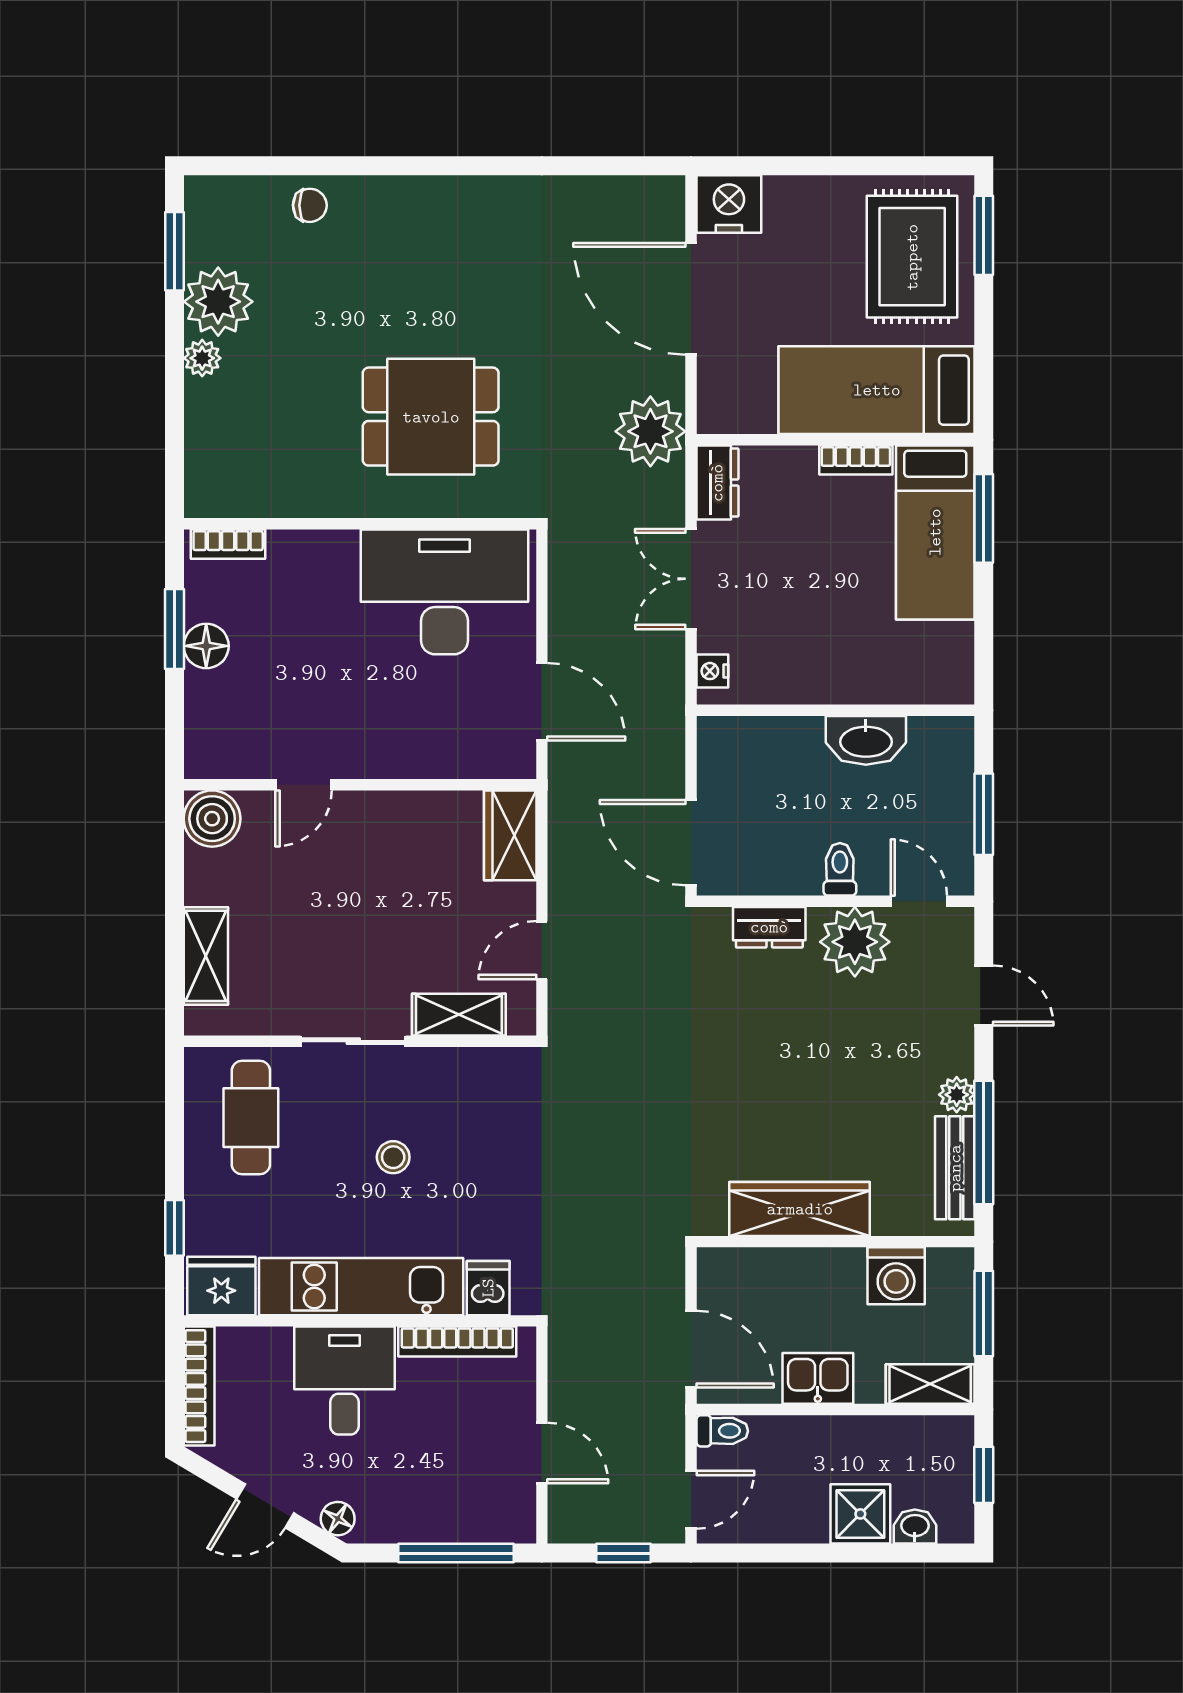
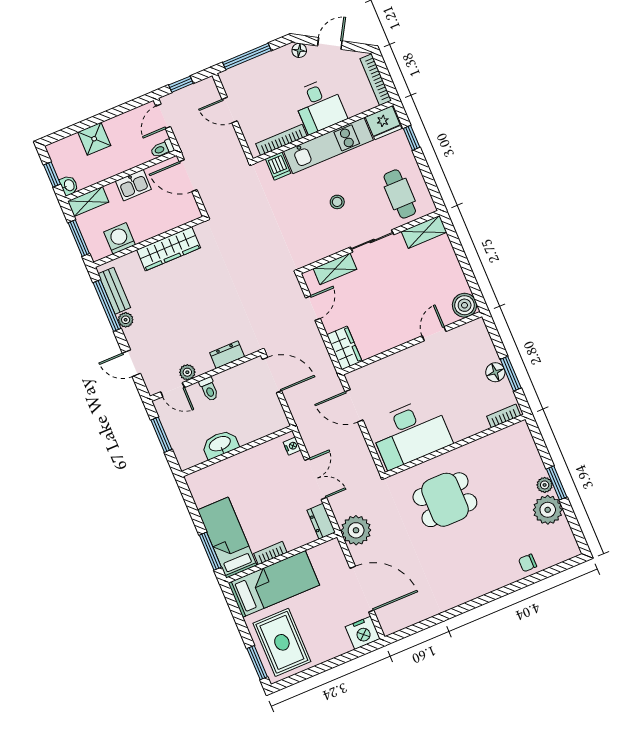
window: (175, 251) -> (557, 483), moved
plant: (855, 942) -> (187, 372), width x0.53, depth x0.53
shelving: (206, 956) -> (424, 232), moved, turned 90
washbasin: (915, 1527) -> (69, 185), moved, turned -90

